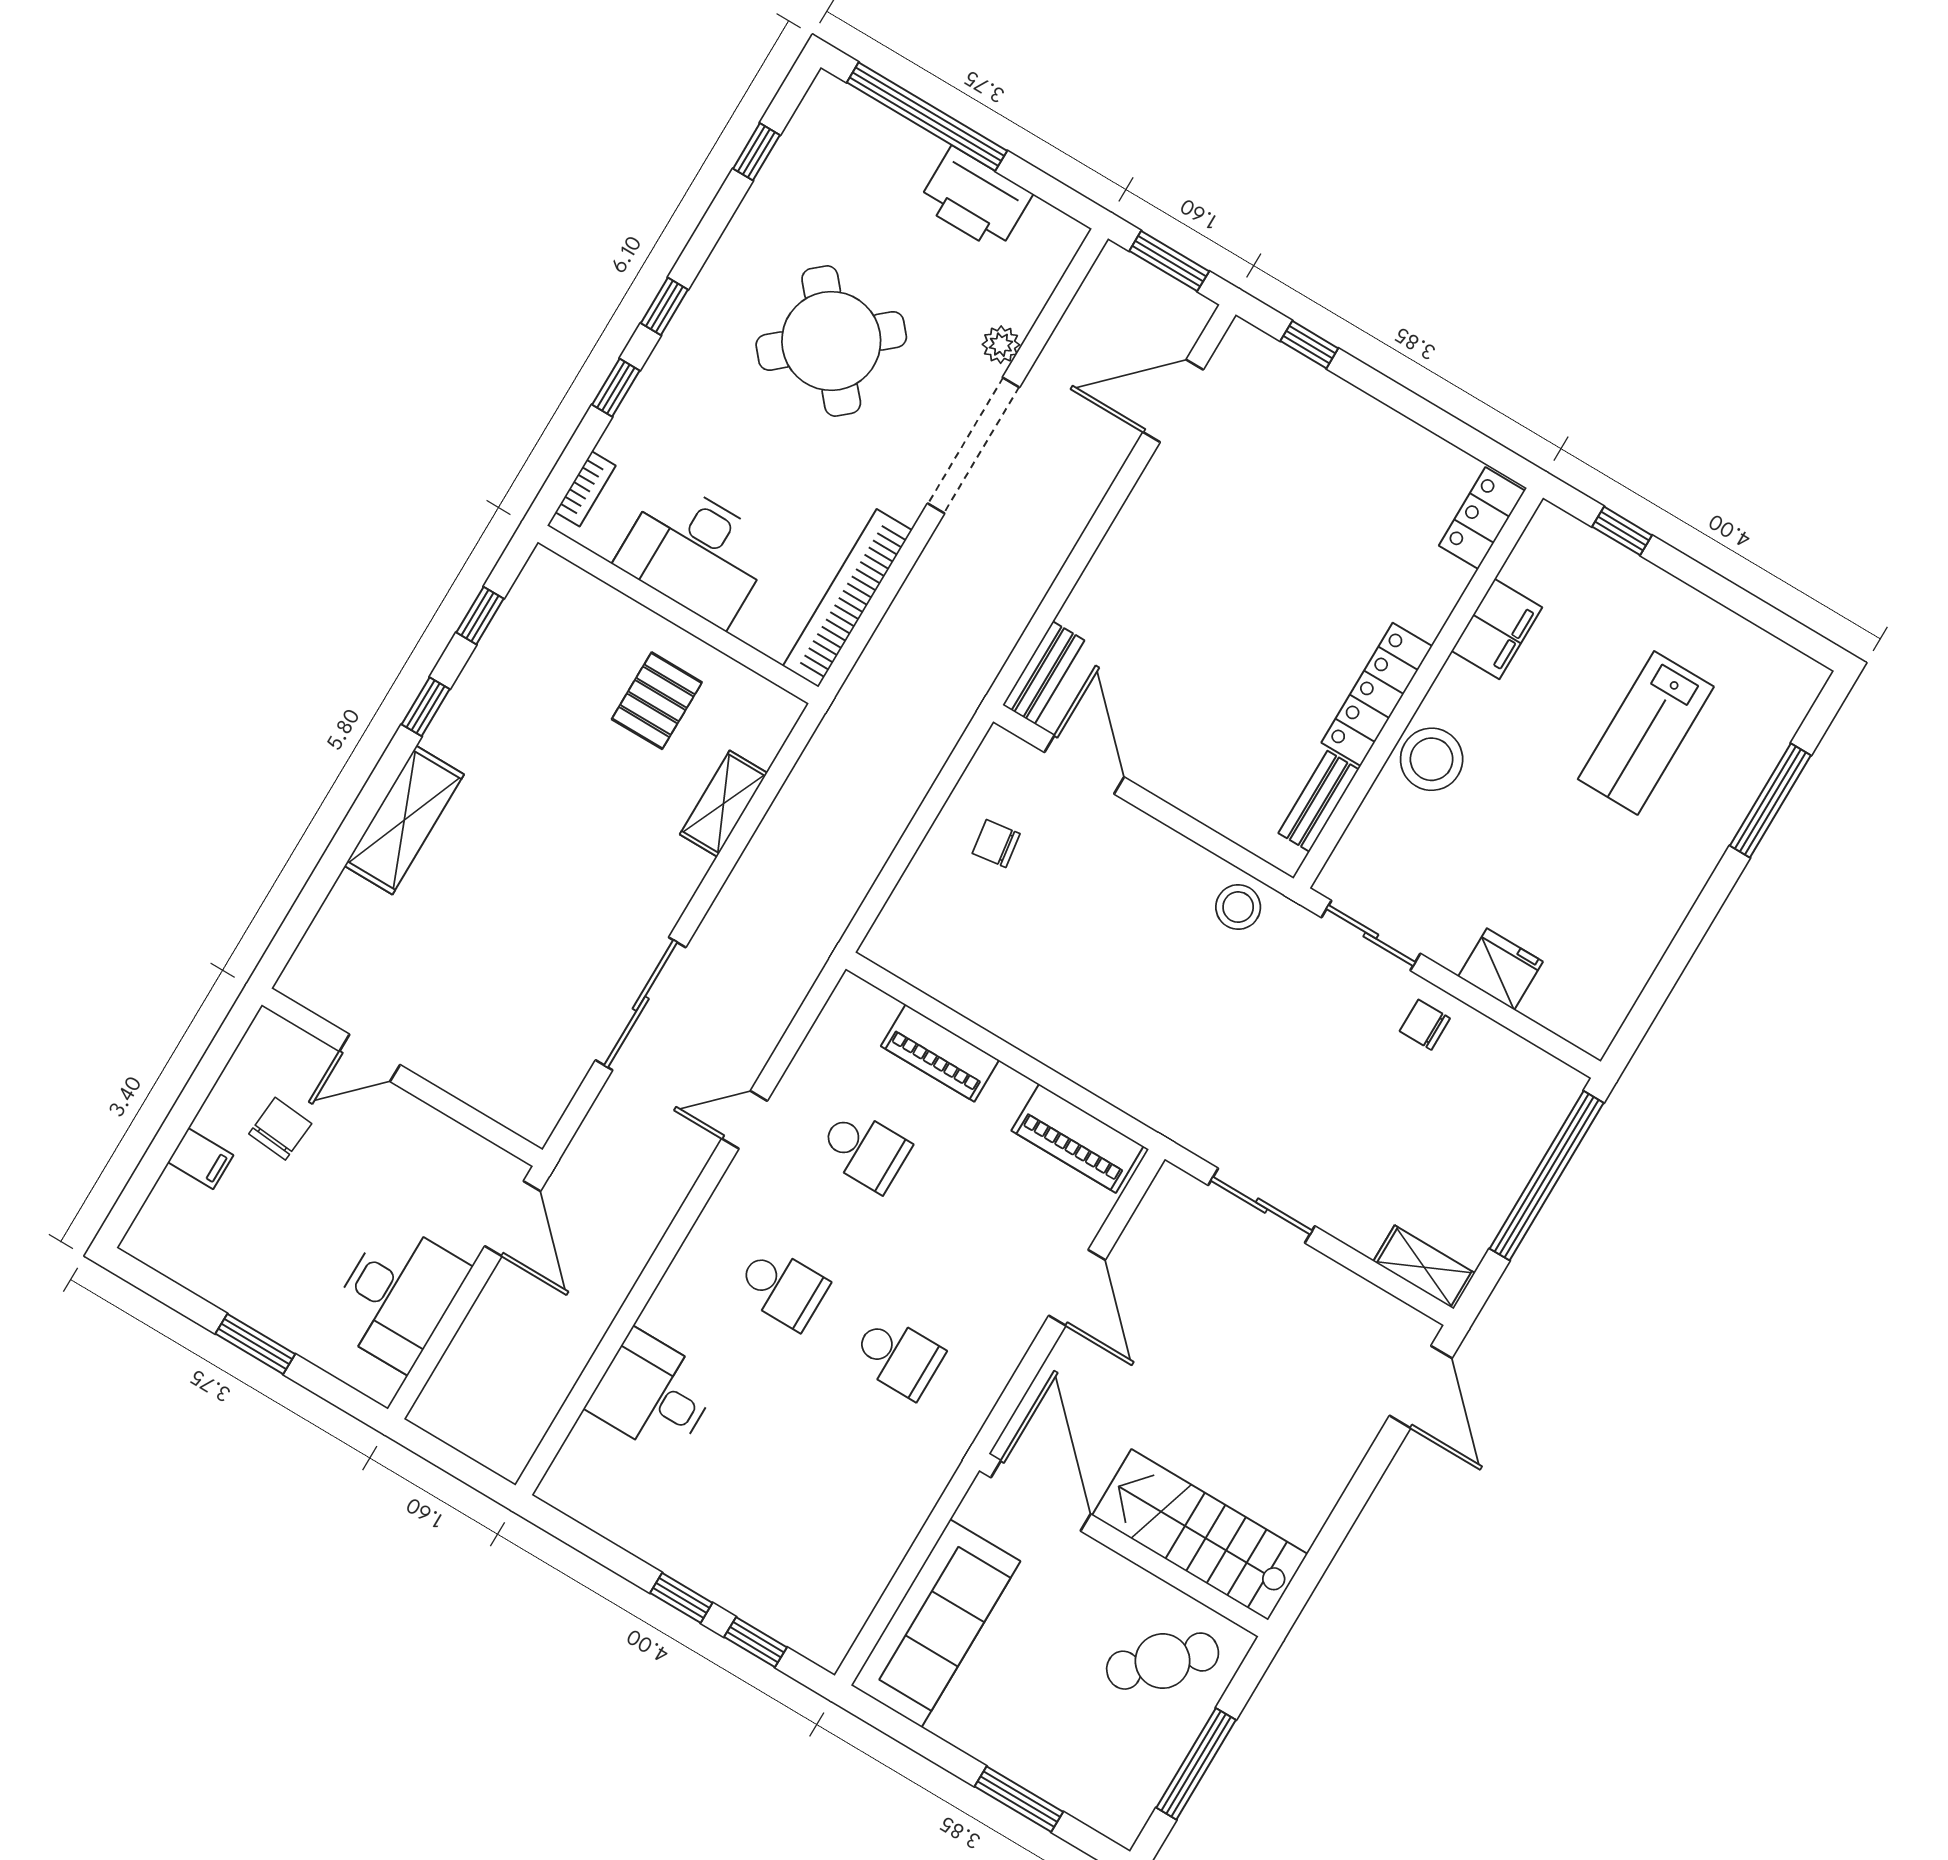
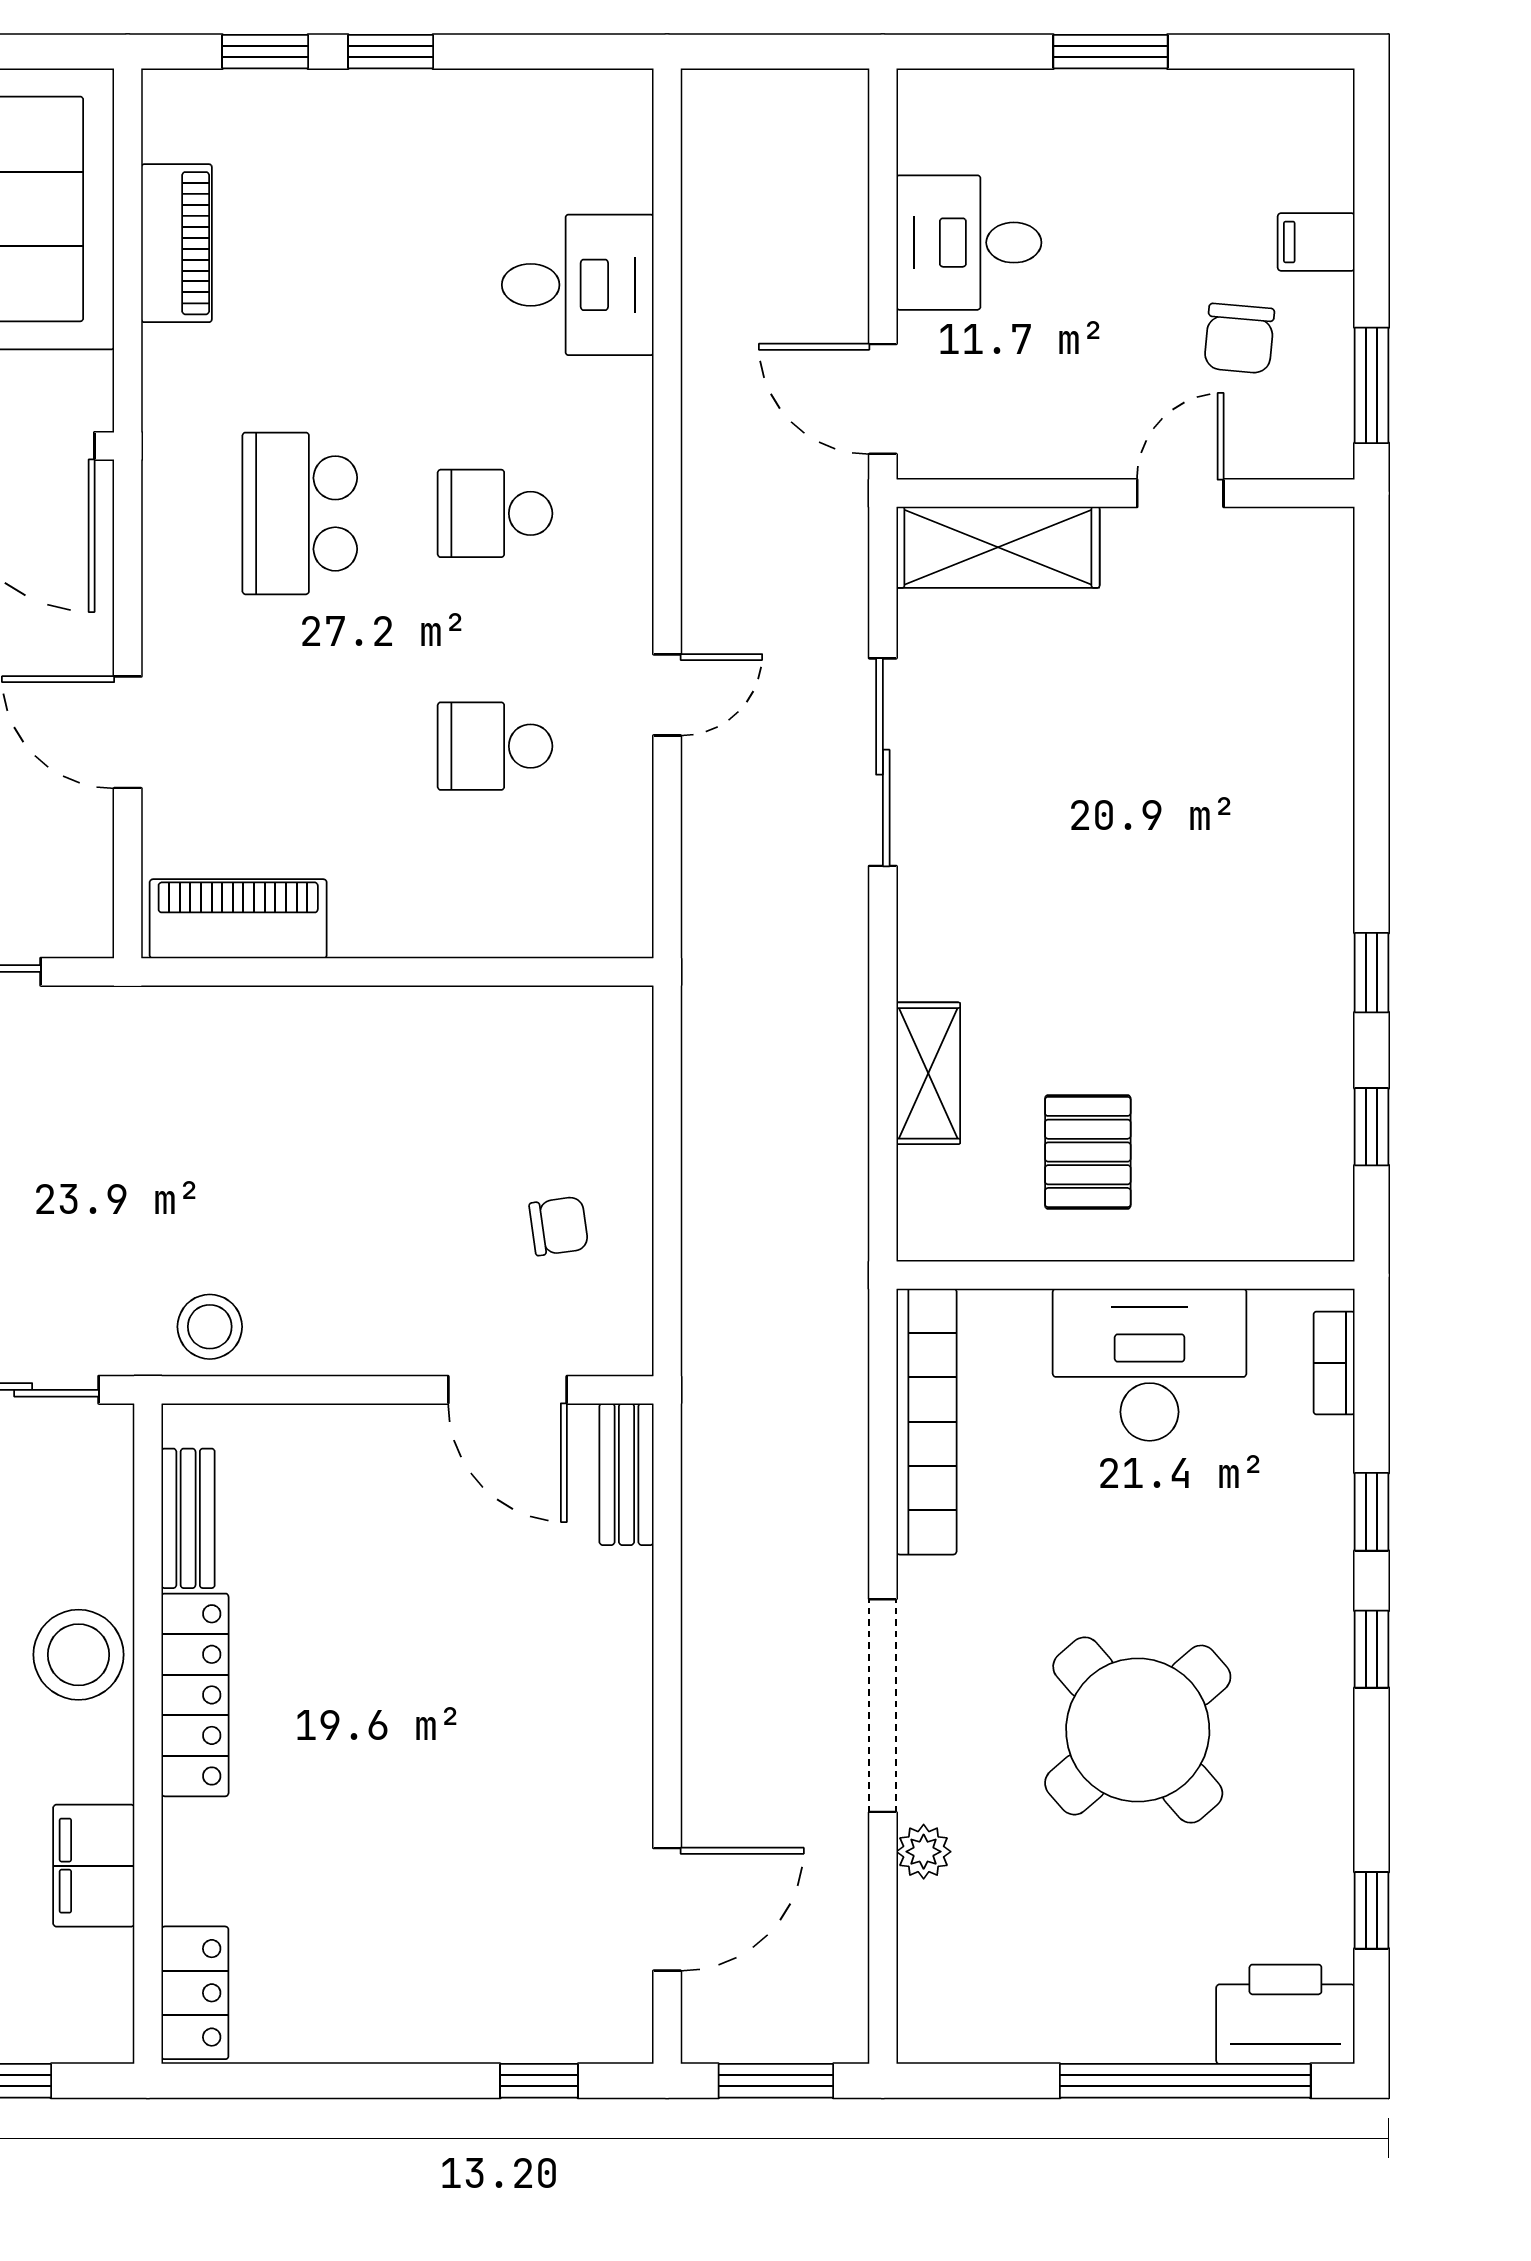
printer: (975, 199) -> (1285, 2014), moved
shelving: (404, 820) -> (998, 547), moved, turned 90
piano: (940, 1053) -> (177, 243), moved, turned 90
window: (218, 1054) -> (1372, 385), added
desk: (398, 1296) -> (969, 243), width x0.73
school desk: (898, 1357) -> (300, 513), width x1.85

